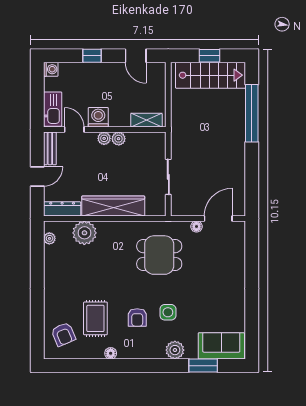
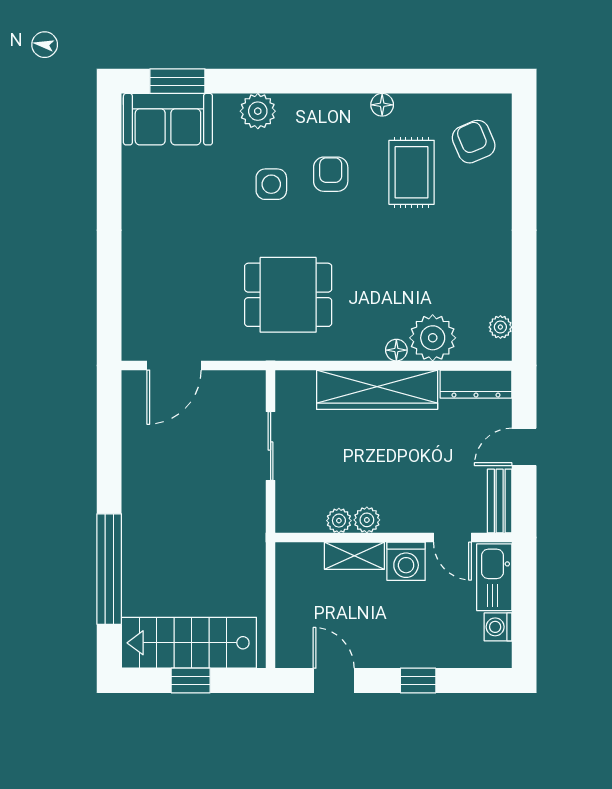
washing machine: (51, 69) -> (498, 627), moved
shelving: (146, 120) -> (354, 556), moved
plant: (104, 138) -> (339, 521), moved
floor lamp: (196, 227) -> (396, 350), moved
window: (203, 366) -> (177, 81), moved

